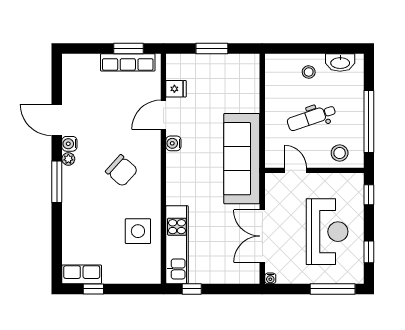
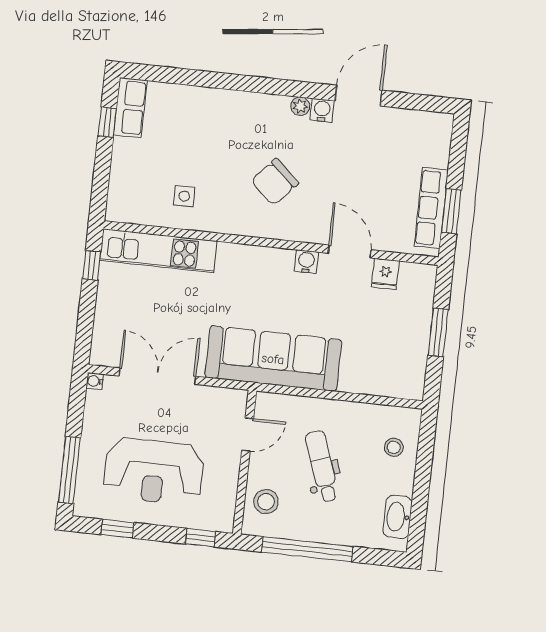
stool: (309, 72) -> (394, 447), moved
window: (57, 182) -> (269, 86), removed
side table: (138, 231) -> (184, 196), width x0.54, depth x0.54

